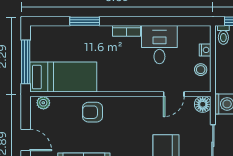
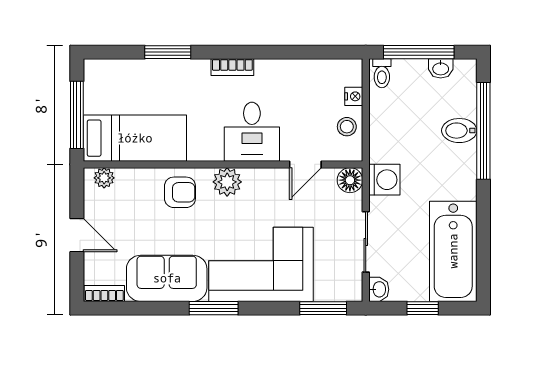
desk: (159, 45) -> (252, 132), moved, turned 180
plant: (123, 105) -> (227, 182), added
armchair: (93, 112) -> (180, 192), turned 180

